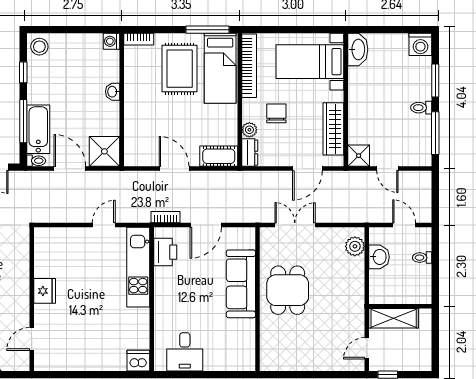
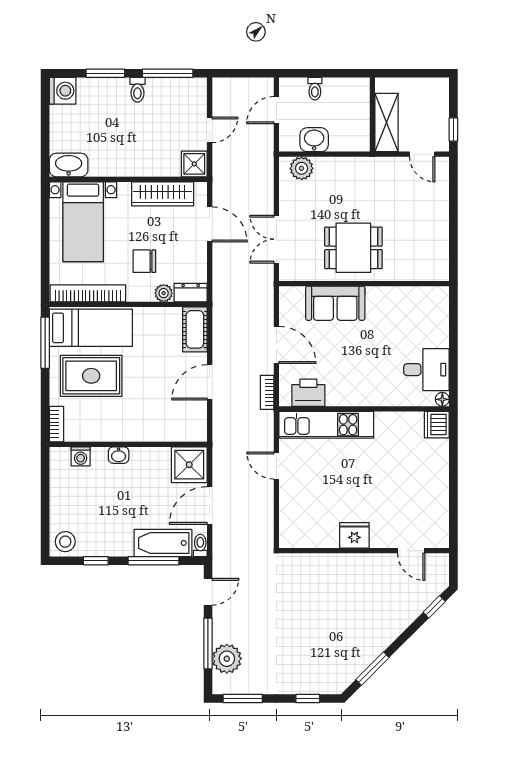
washing machine: (111, 41) -> (81, 456), moved
sofa: (241, 284) -> (335, 303), width x0.73
floor lamp: (160, 365) -> (442, 399), added

